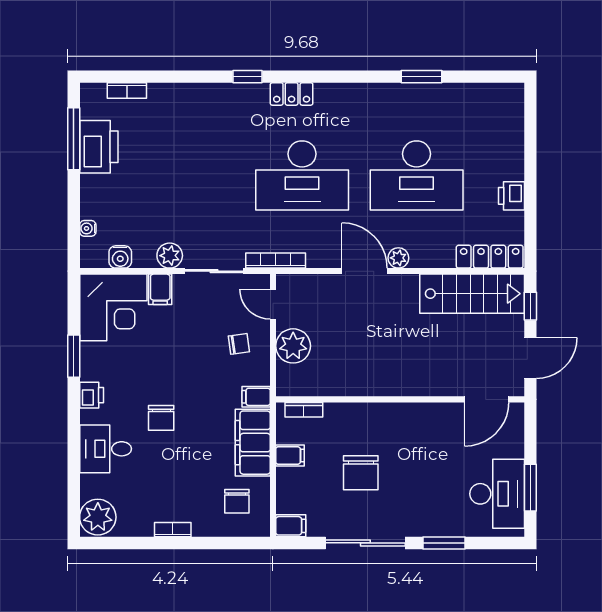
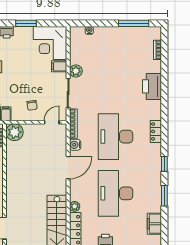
window: (247, 77) -> (164, 164), moved
filing cabinet: (478, 97) -> (154, 224), added
printer: (99, 147) -> (152, 86), moved, turned 90
water cooler: (120, 257) -> (75, 145), moved
plant: (398, 258) -> (75, 206), moved
plant: (293, 346) -> (14, 132), moved

